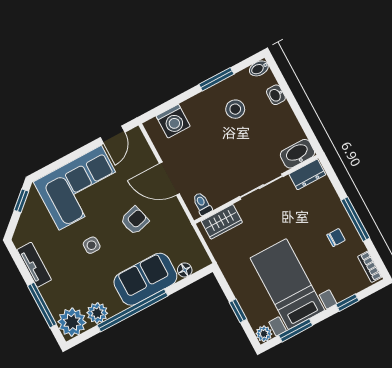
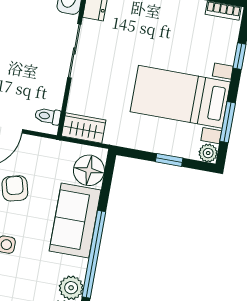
wardrobe: (222, 222) -> (84, 128), moved, turned -90
chair: (336, 238) -> (173, 20), removed
floor lamp: (185, 270) -> (89, 170), width x1.89, depth x1.89

